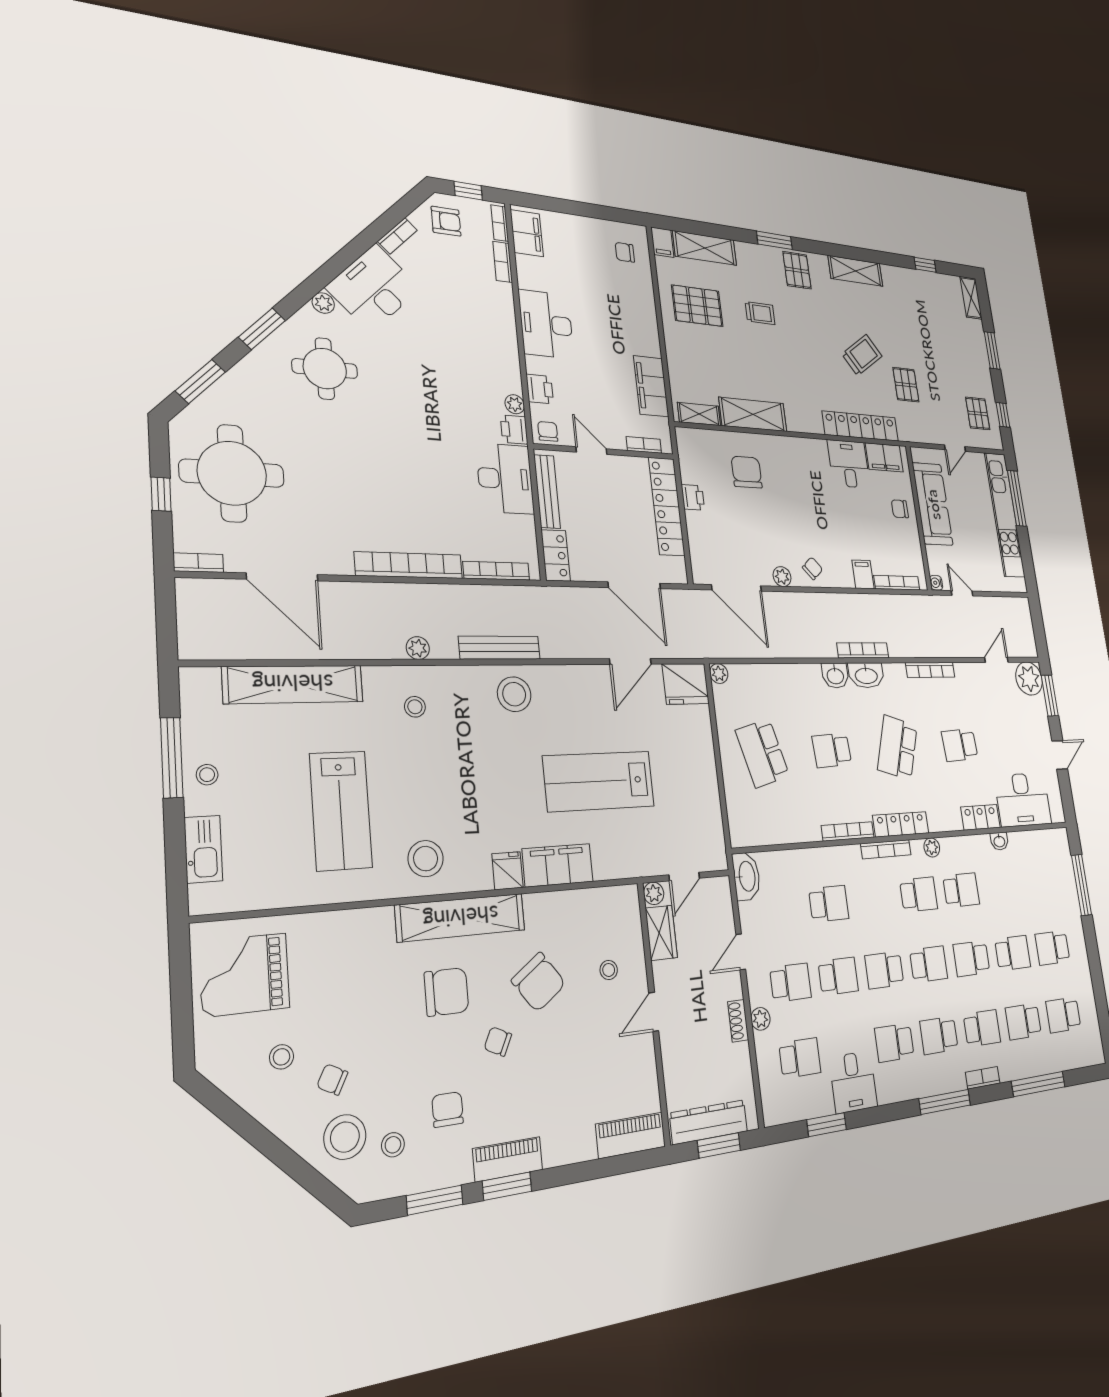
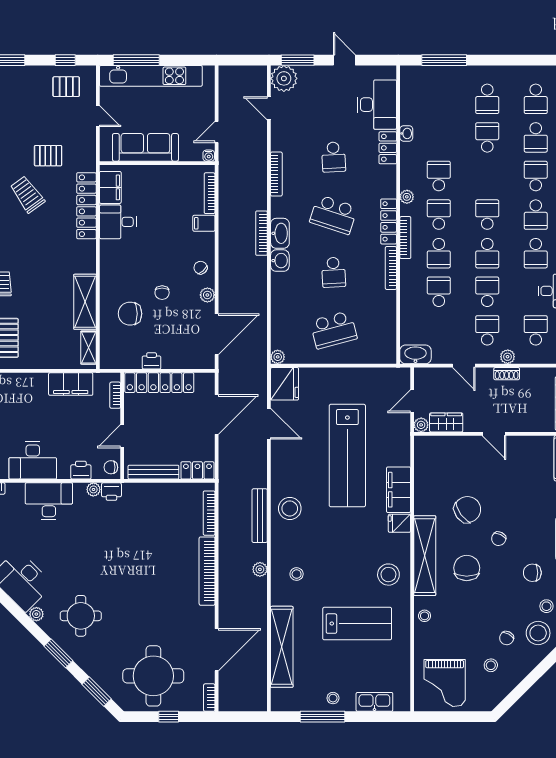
desk: (505, 479) -> (49, 501), moved
chair: (900, 509) -> (162, 293), moved
lab bench: (599, 781) -> (347, 456), width x1.36
door: (684, 877) -> (412, 401), swing flipped
school desk: (971, 959) -> (439, 253), moved
stool: (609, 970) -> (425, 616), moved

